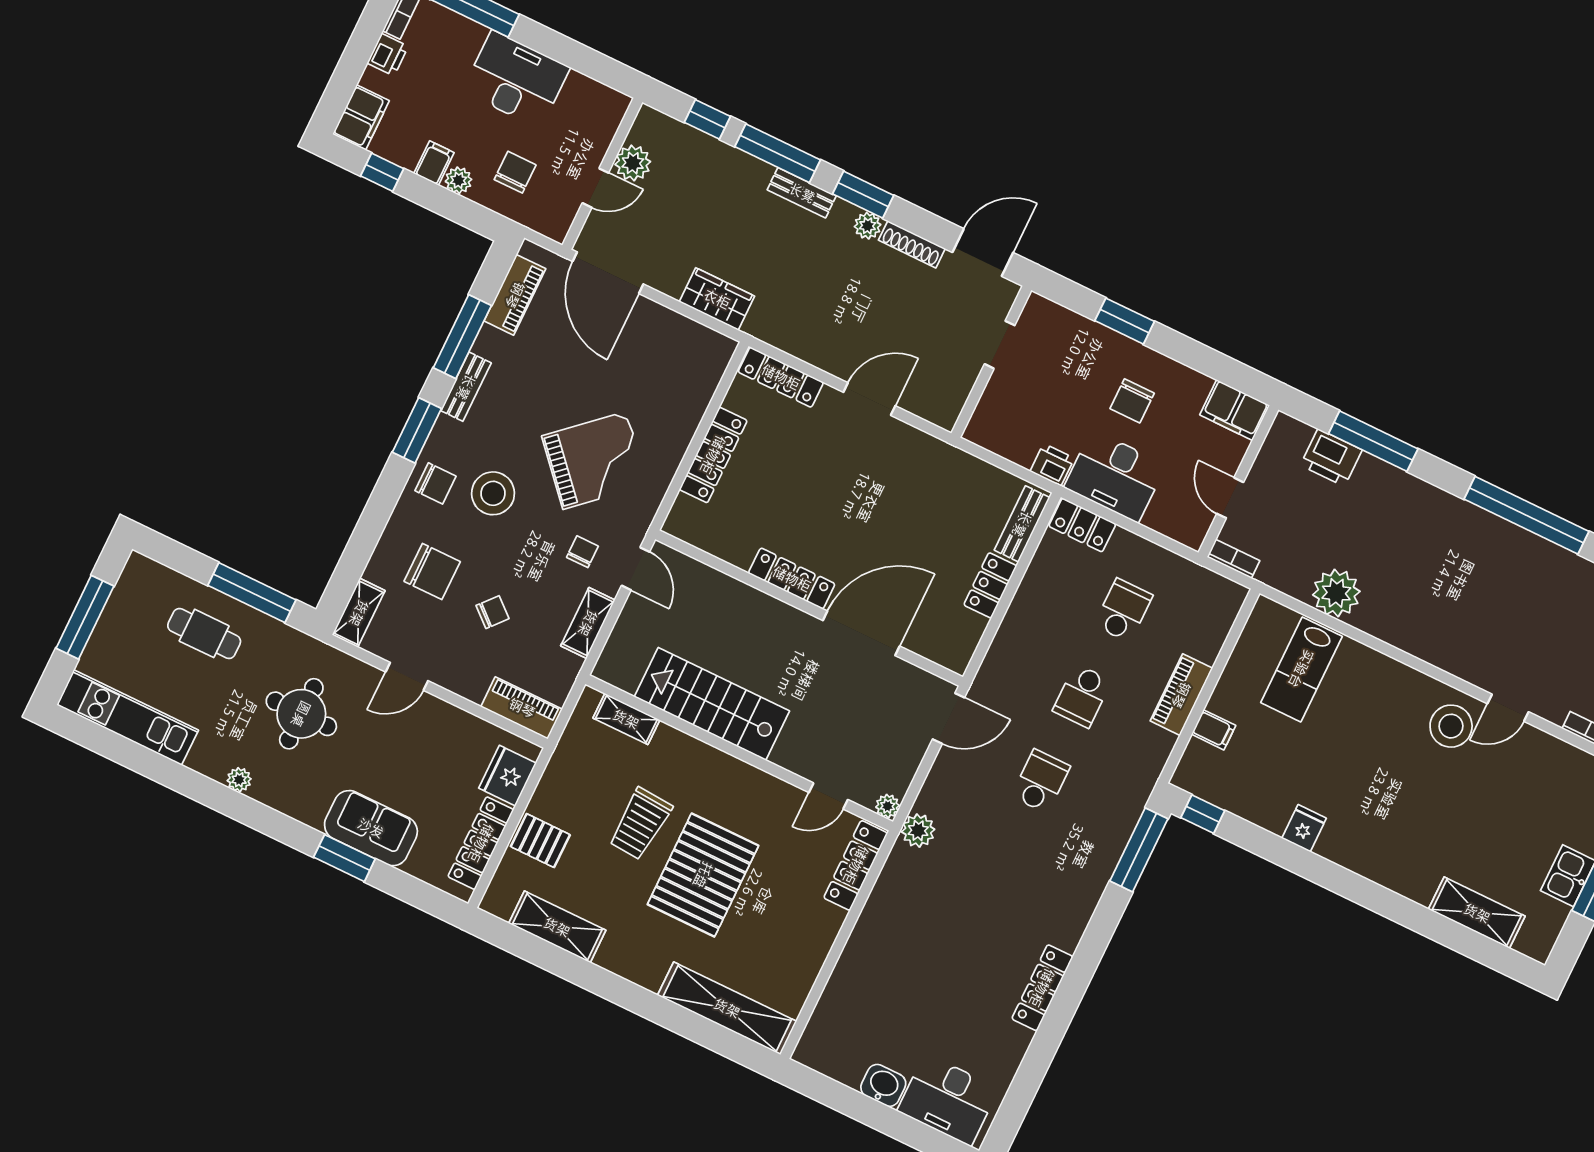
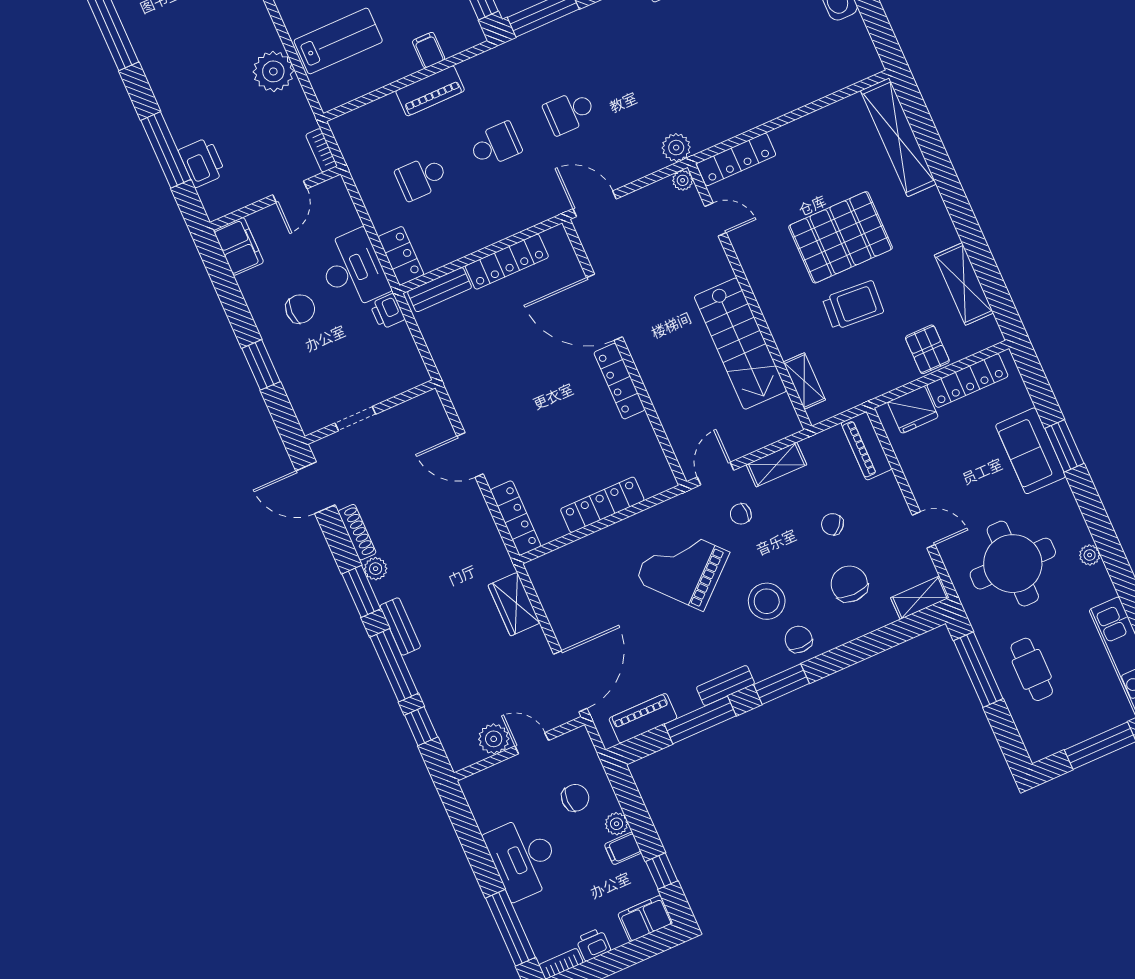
chair: (515, 172) -> (575, 798), turned 180
locker: (990, 585) -> (507, 262), width x1.53
round table: (301, 714) -> (1013, 564), width x1.36, depth x1.36

